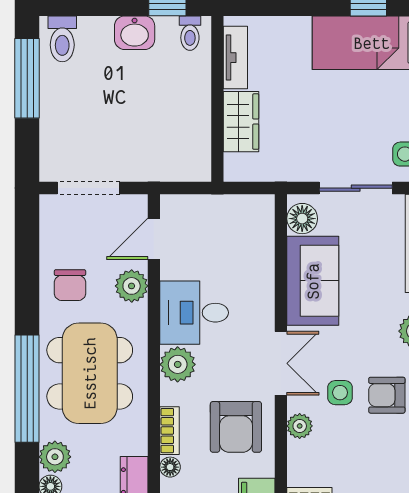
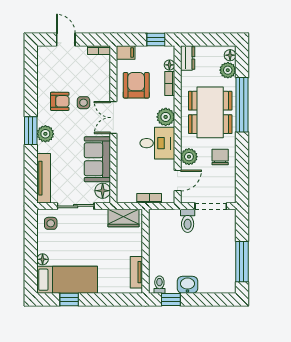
toilet: (62, 39) -> (188, 221), moved, turned 180
wardrobe: (241, 122) -> (123, 218), moved, turned -90
bookcase: (210, 204) -> (149, 198), added
plant: (300, 426) -> (104, 86), removed

